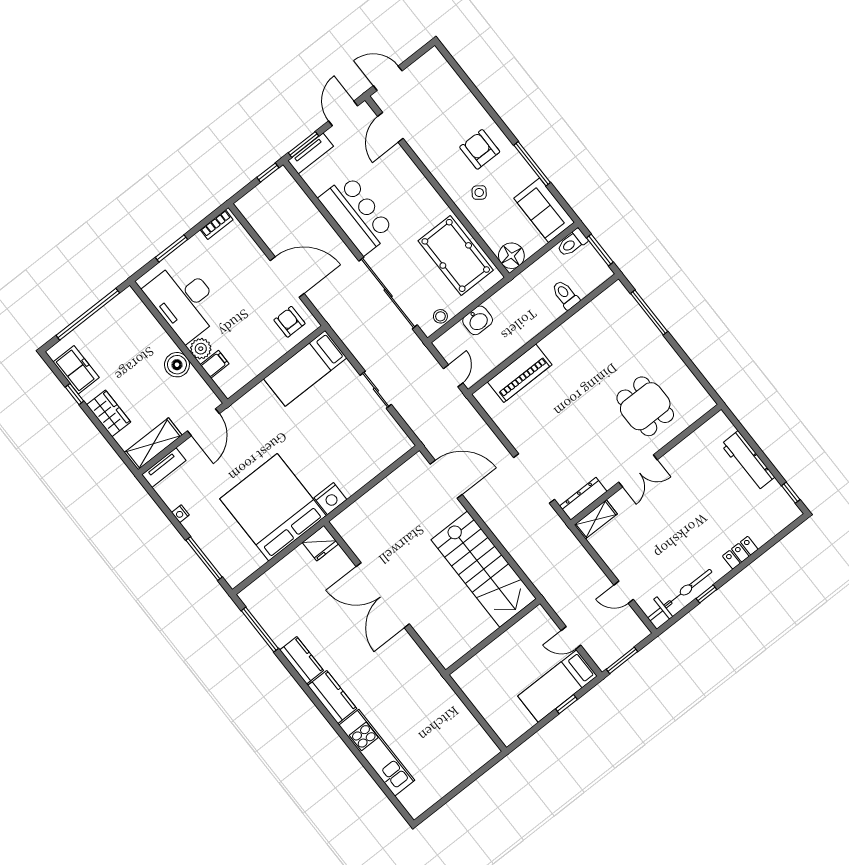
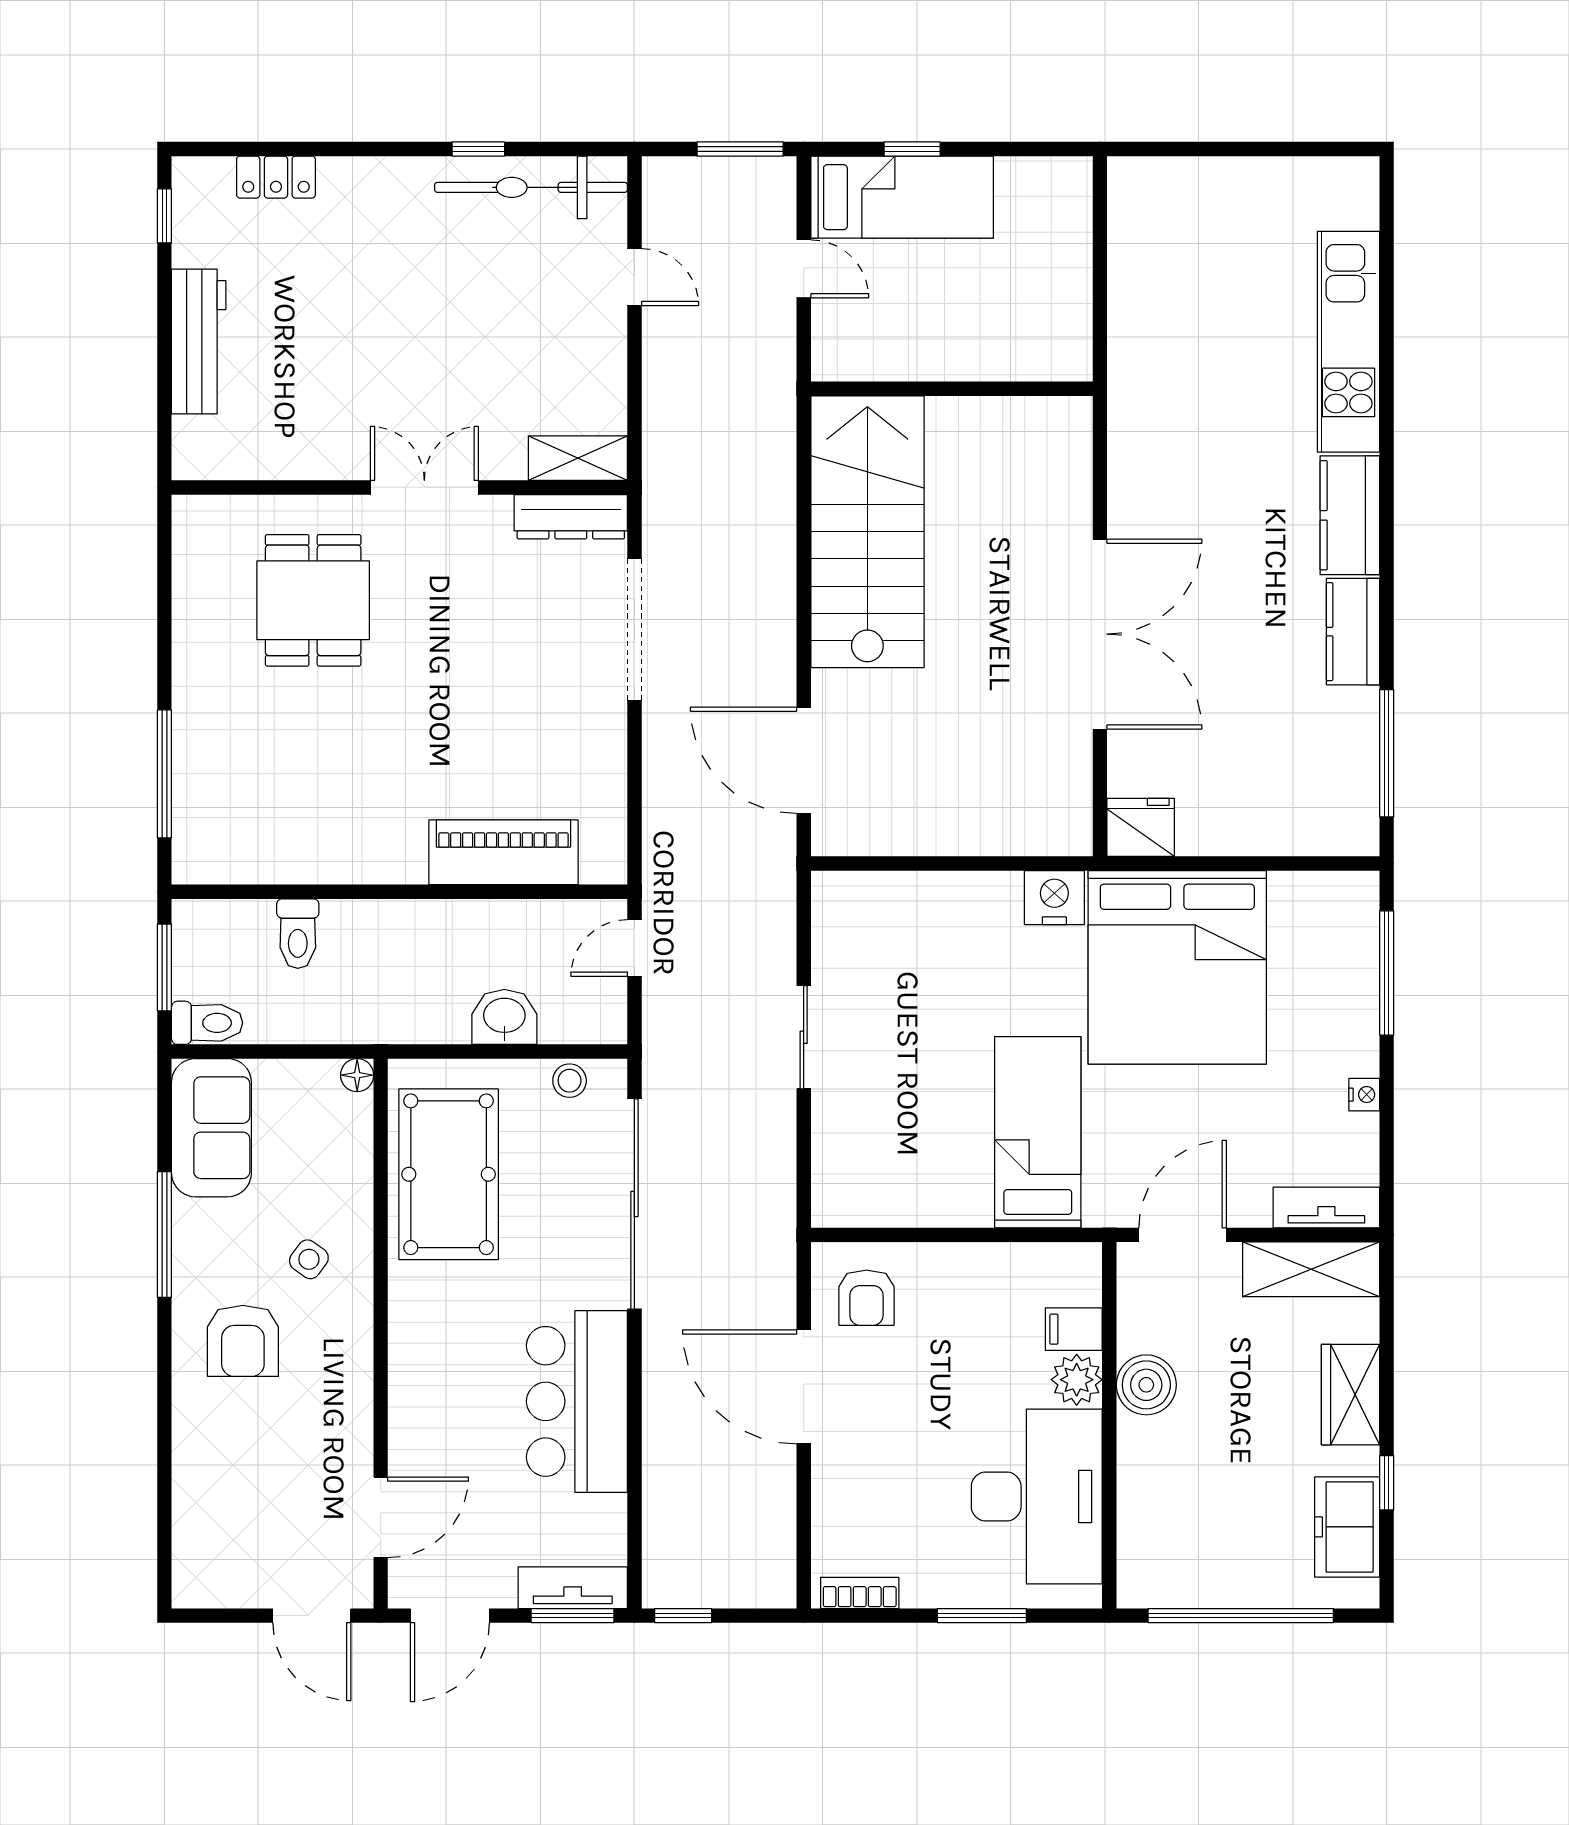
floor lamp: (511, 256) -> (357, 1075), width x0.53, depth x0.53
bed: (305, 368) -> (1038, 1132), moved, turned -90
locker: (740, 553) -> (276, 177), moved

